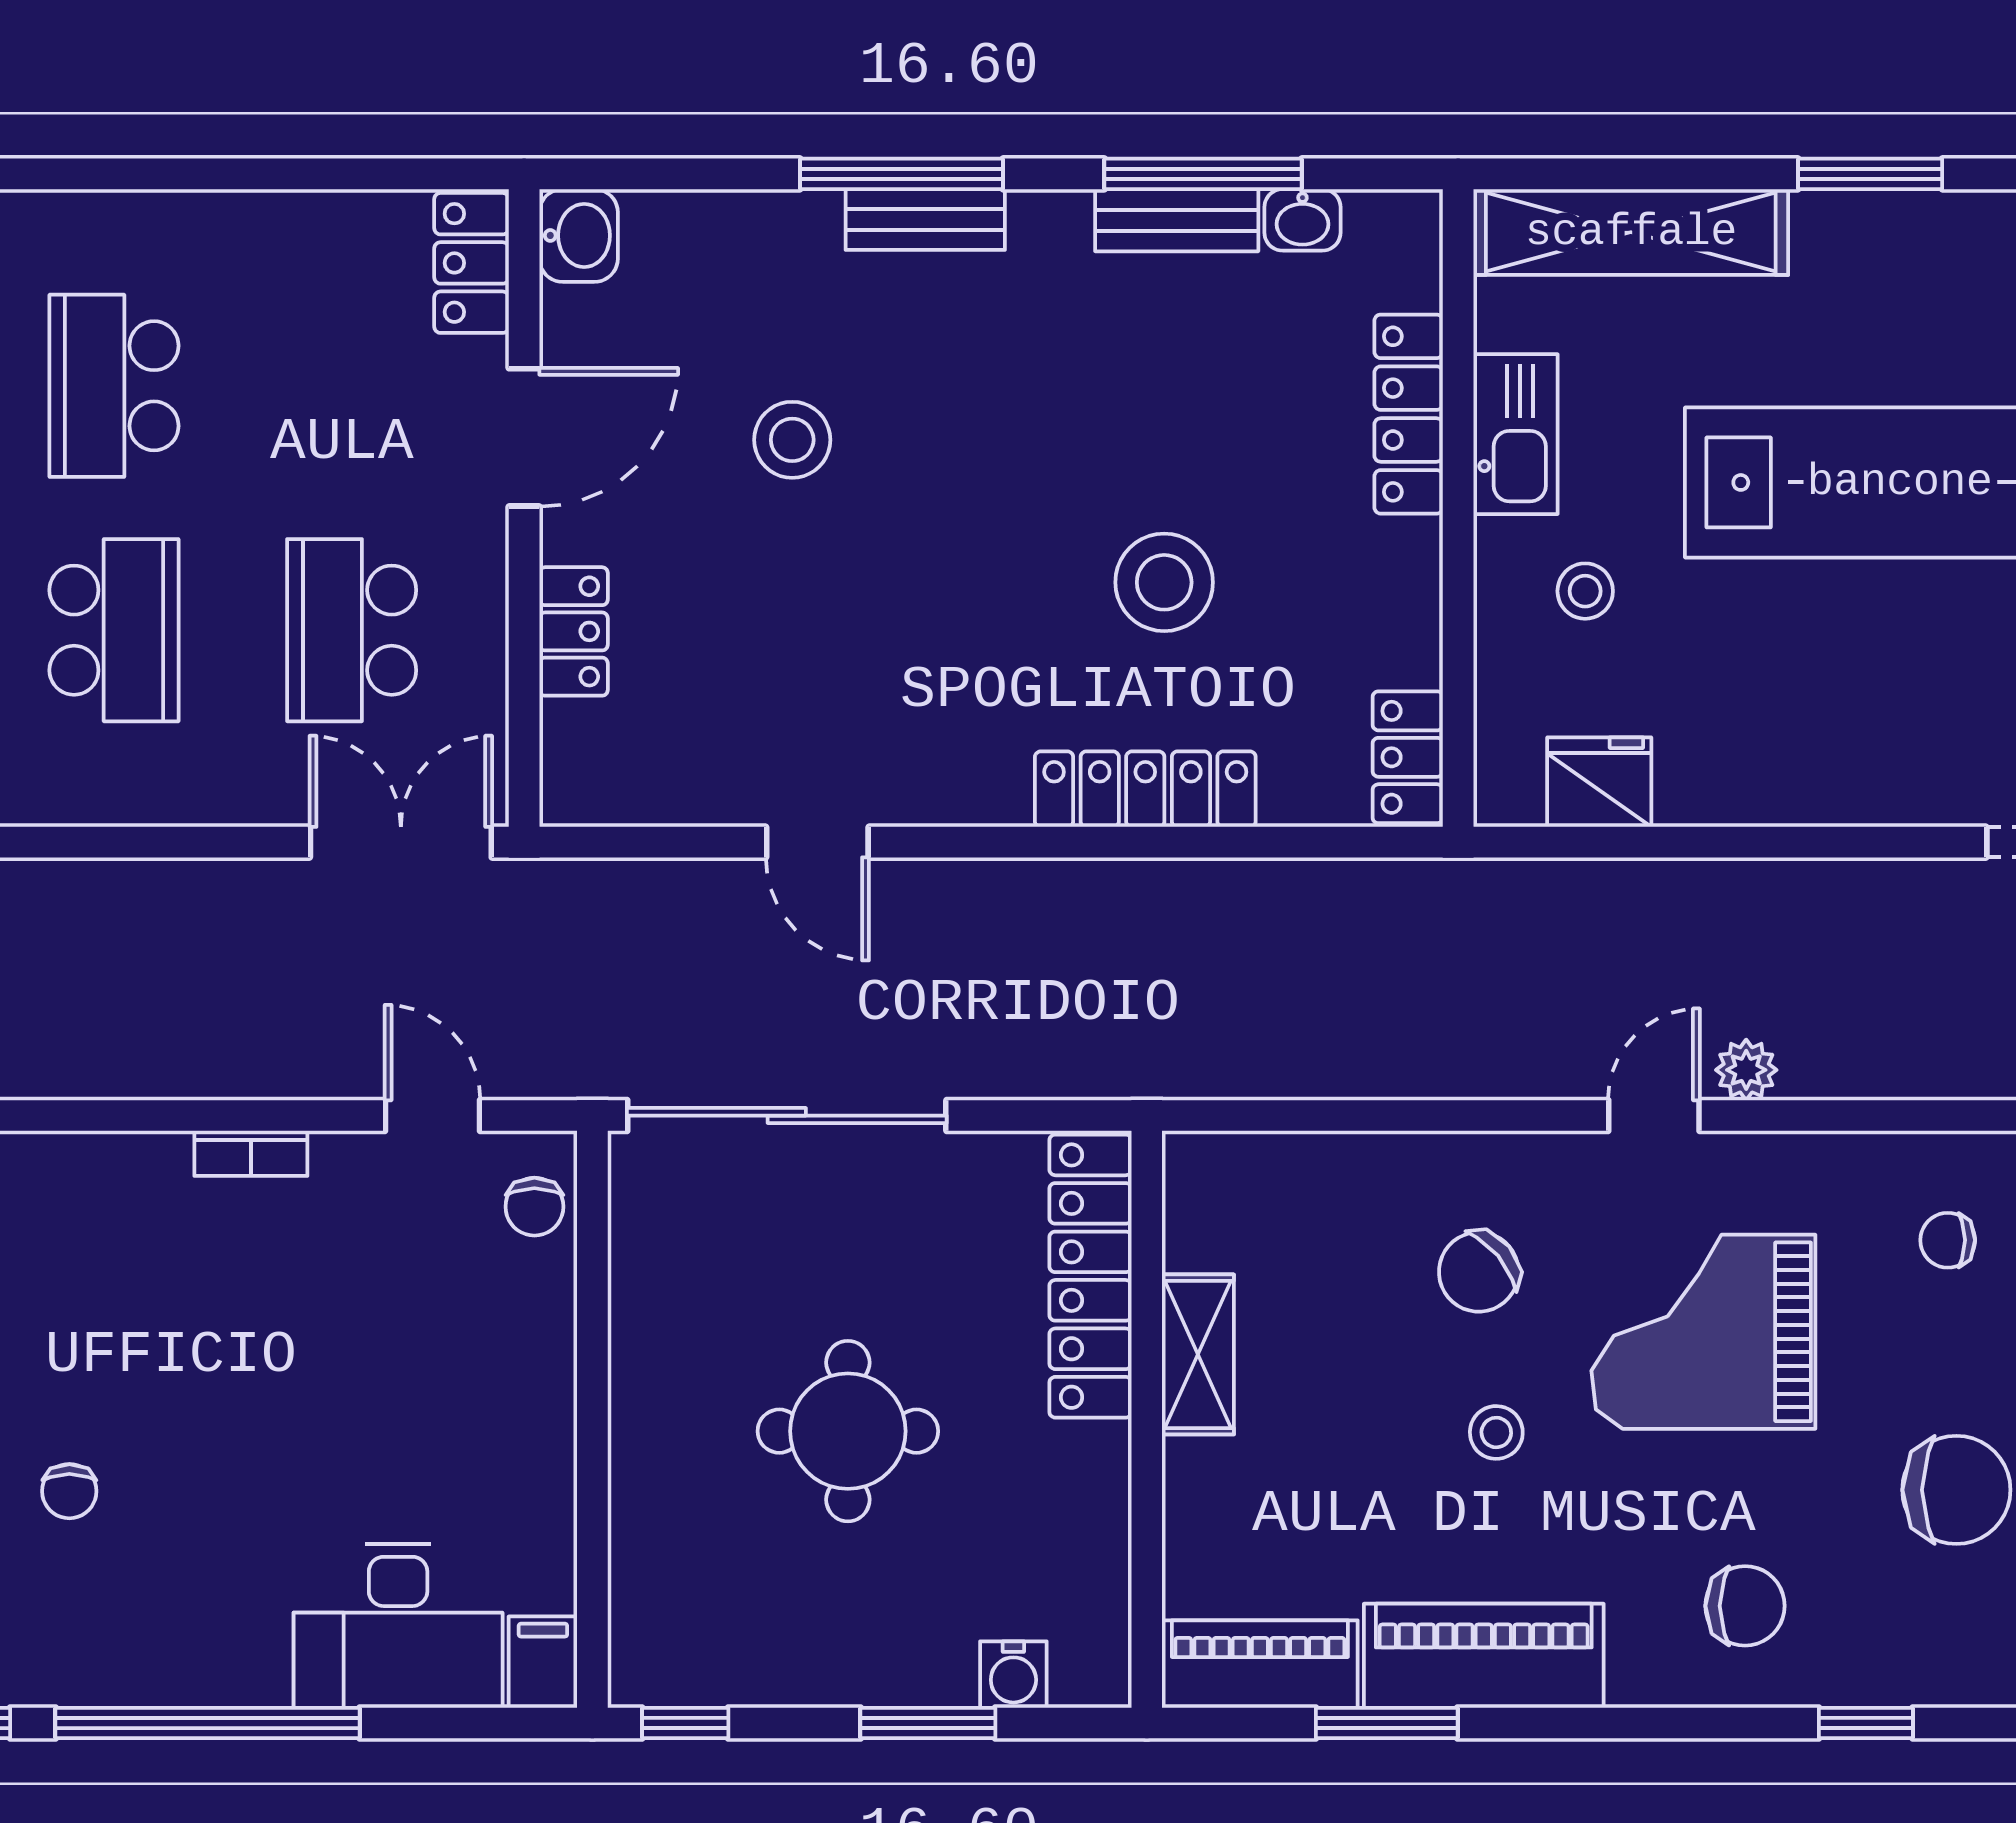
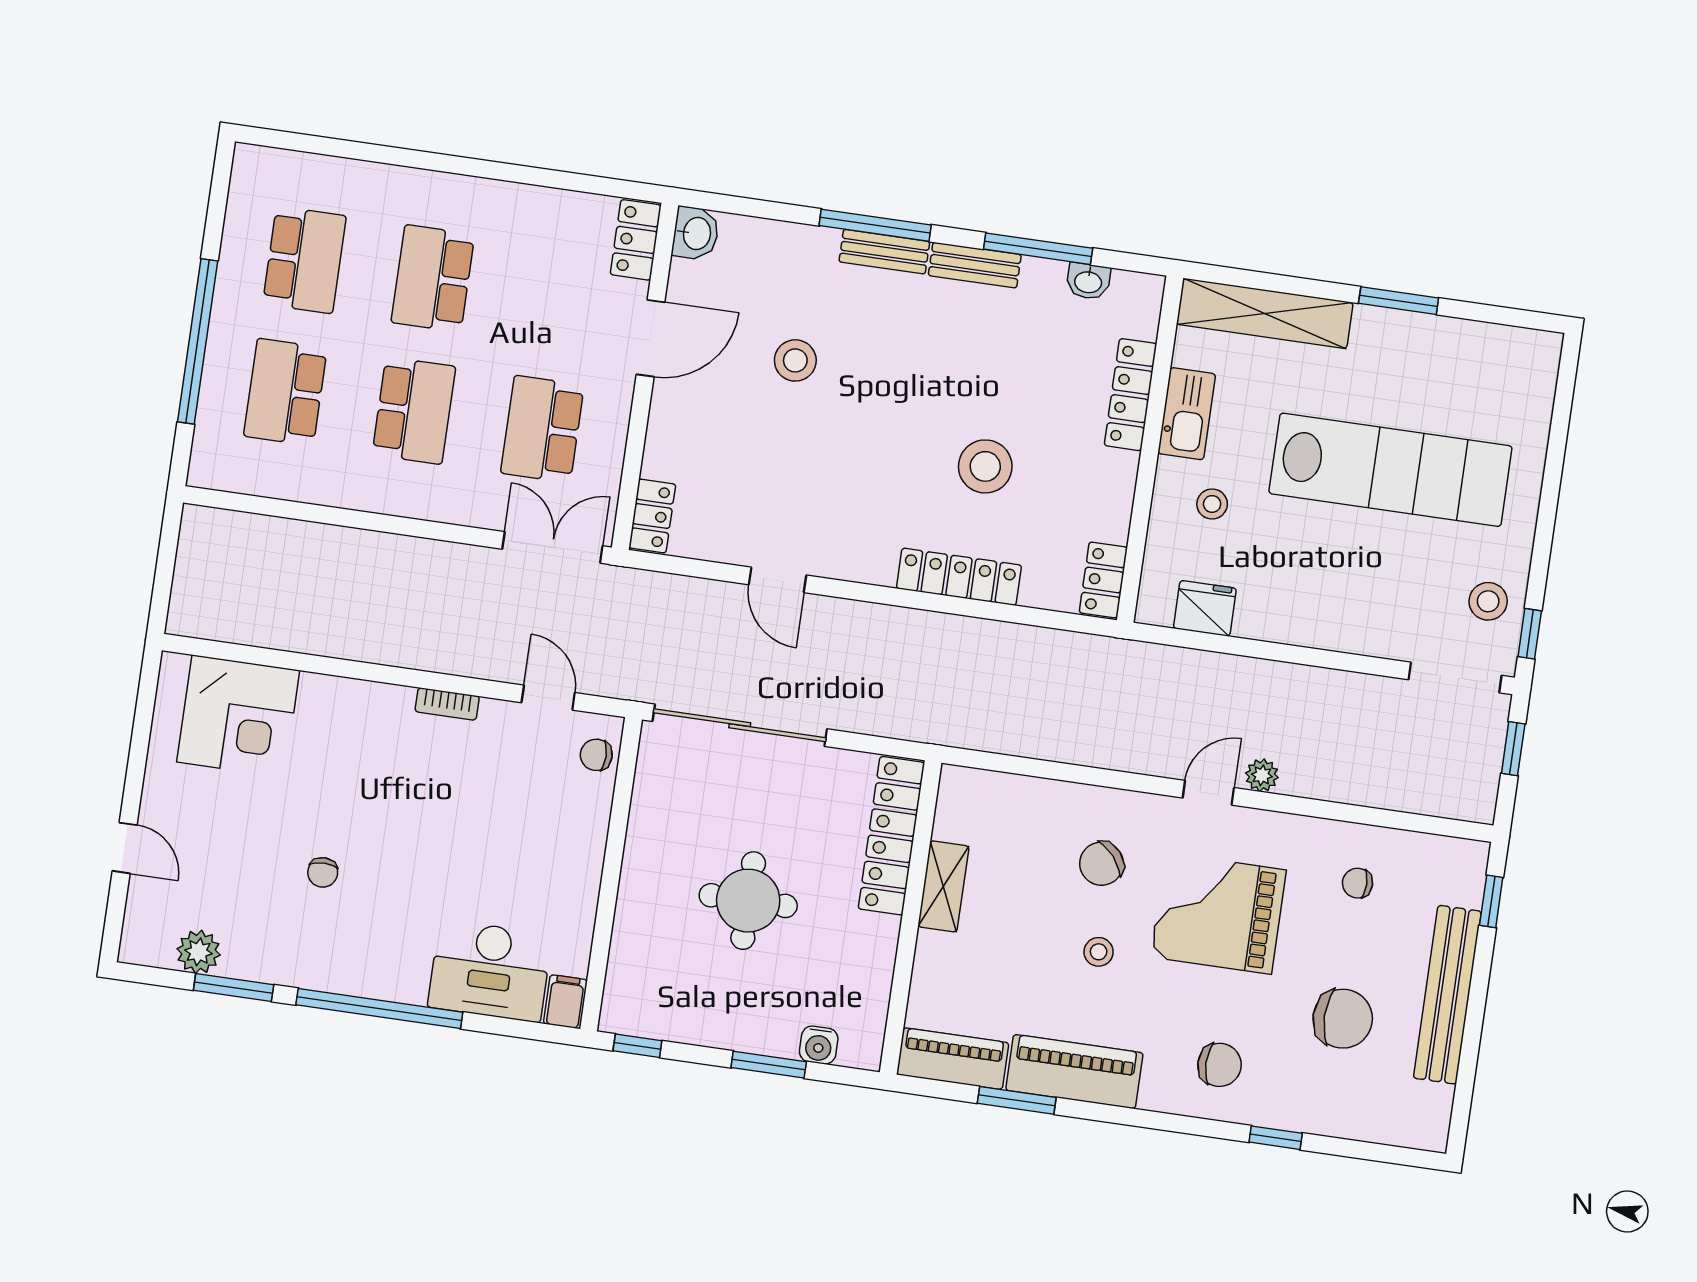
bench: (1177, 220) -> (975, 265), moved
locker: (574, 631) -> (652, 516), moved
chair: (534, 1207) -> (596, 755), turned 90

